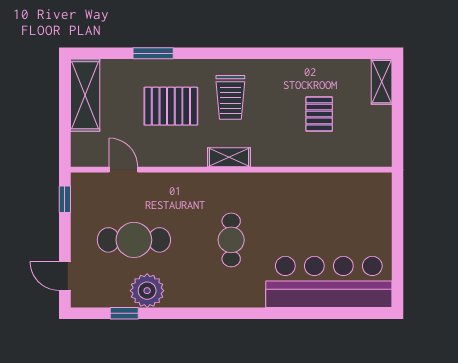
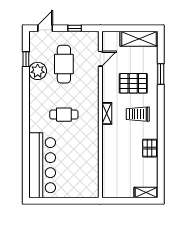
pallet: (171, 106) -> (133, 83), turned 90
pallet: (319, 114) -> (150, 148), moved, turned 90
window: (65, 199) -> (75, 28), moved

